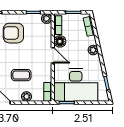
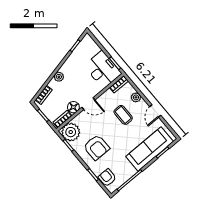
plant: (47, 19) -> (71, 132), width x1.88, depth x1.88
door: (53, 55) -> (88, 104), swing flipped
desk: (76, 85) -> (103, 70), width x0.73, depth x0.77

